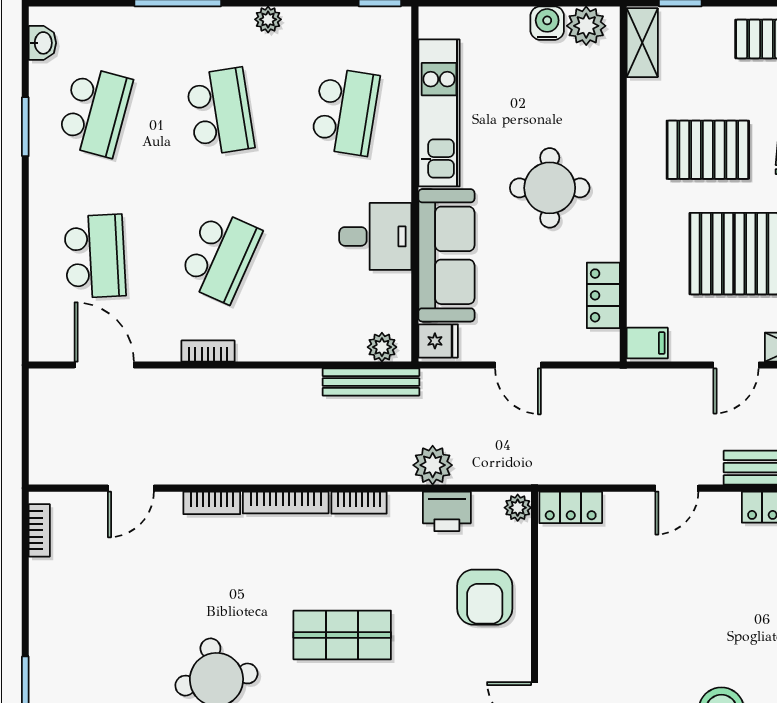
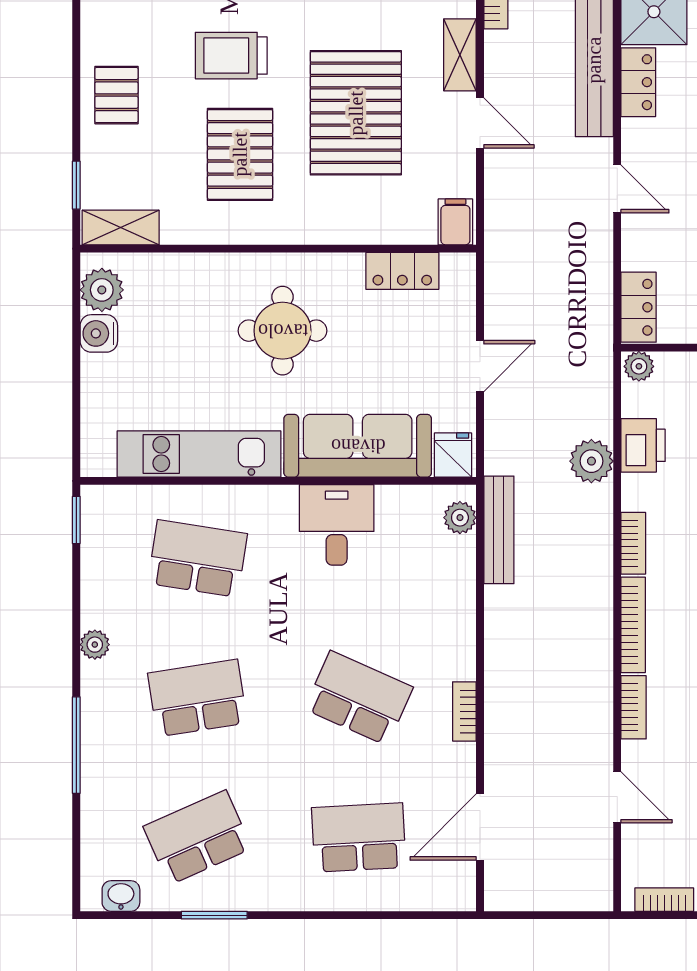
school desk: (95, 112) -> (198, 837), turned -39

